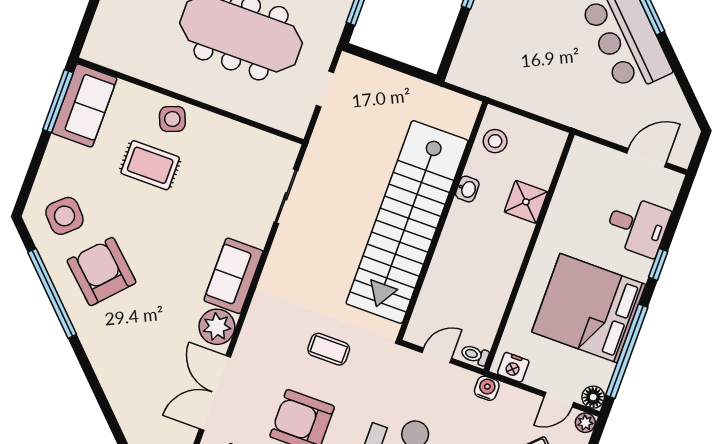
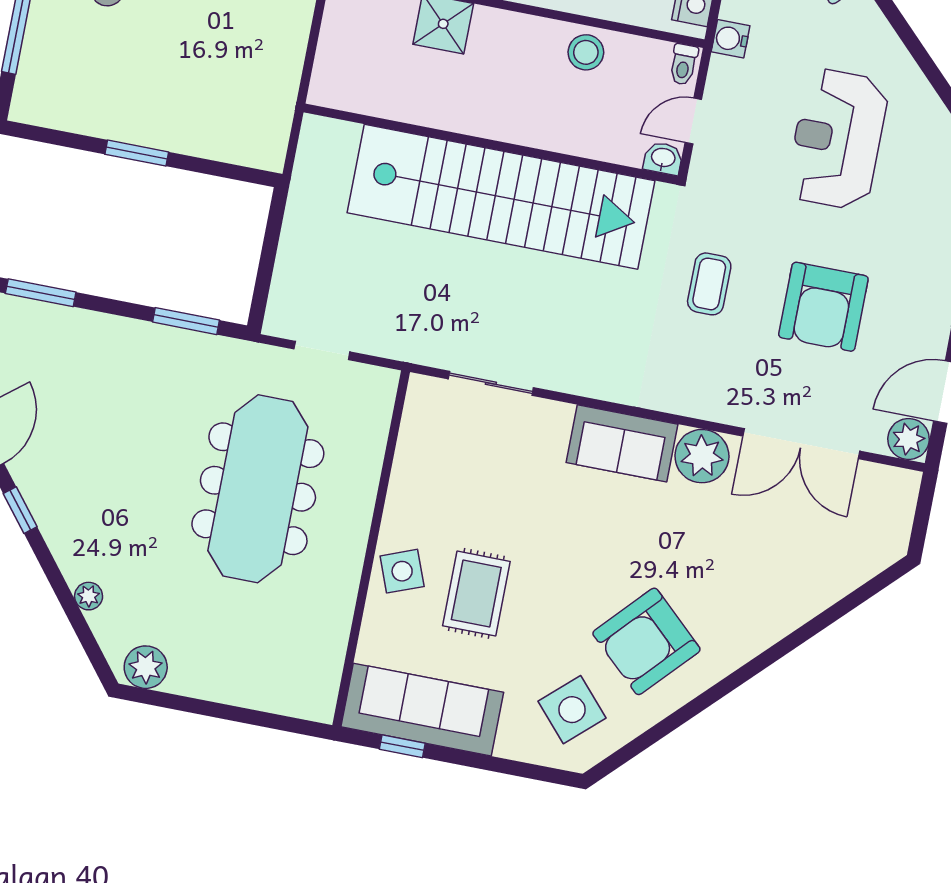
window: (58, 101) -> (402, 746), width x0.46
sofa: (84, 105) -> (422, 710), width x1.36
stool: (495, 141) -> (586, 52), moved
washbasin: (467, 189) -> (663, 158), moved
window: (52, 293) -> (690, 710), removed
door: (437, 355) -> (693, 121), hinge flipped

